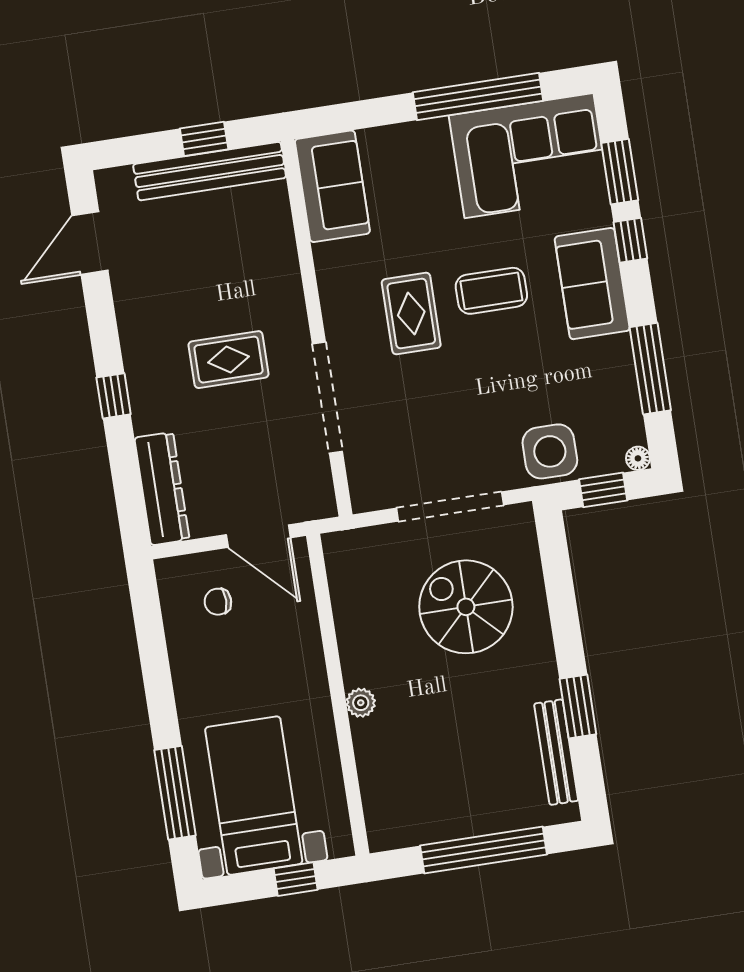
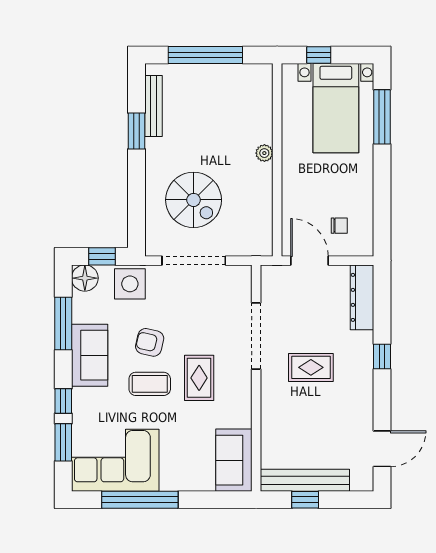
sofa: (592, 284) -> (90, 355), moved
armchair: (502, 360) -> (150, 342), added
floor lamp: (638, 458) -> (85, 278), width x1.89, depth x1.89

